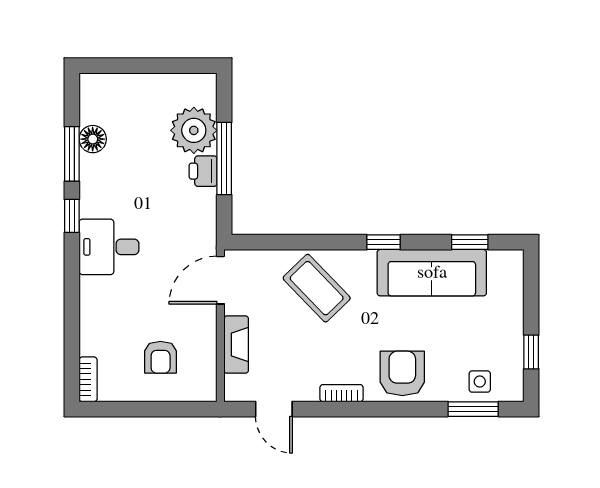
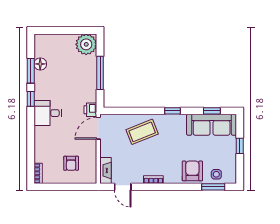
plant: (194, 130) -> (86, 44), moved
printer: (203, 171) -> (90, 110), moved
sofa: (432, 273) -> (212, 125), moved
coffee table: (317, 288) -> (142, 132), turned -68
fireplace: (236, 345) -> (105, 170), moved
window: (531, 352) -> (240, 146), moved
armchair: (402, 373) -> (192, 171), moved

